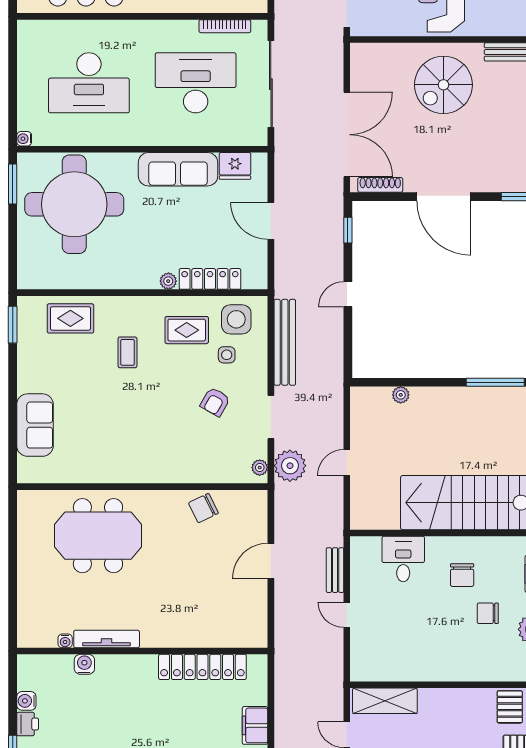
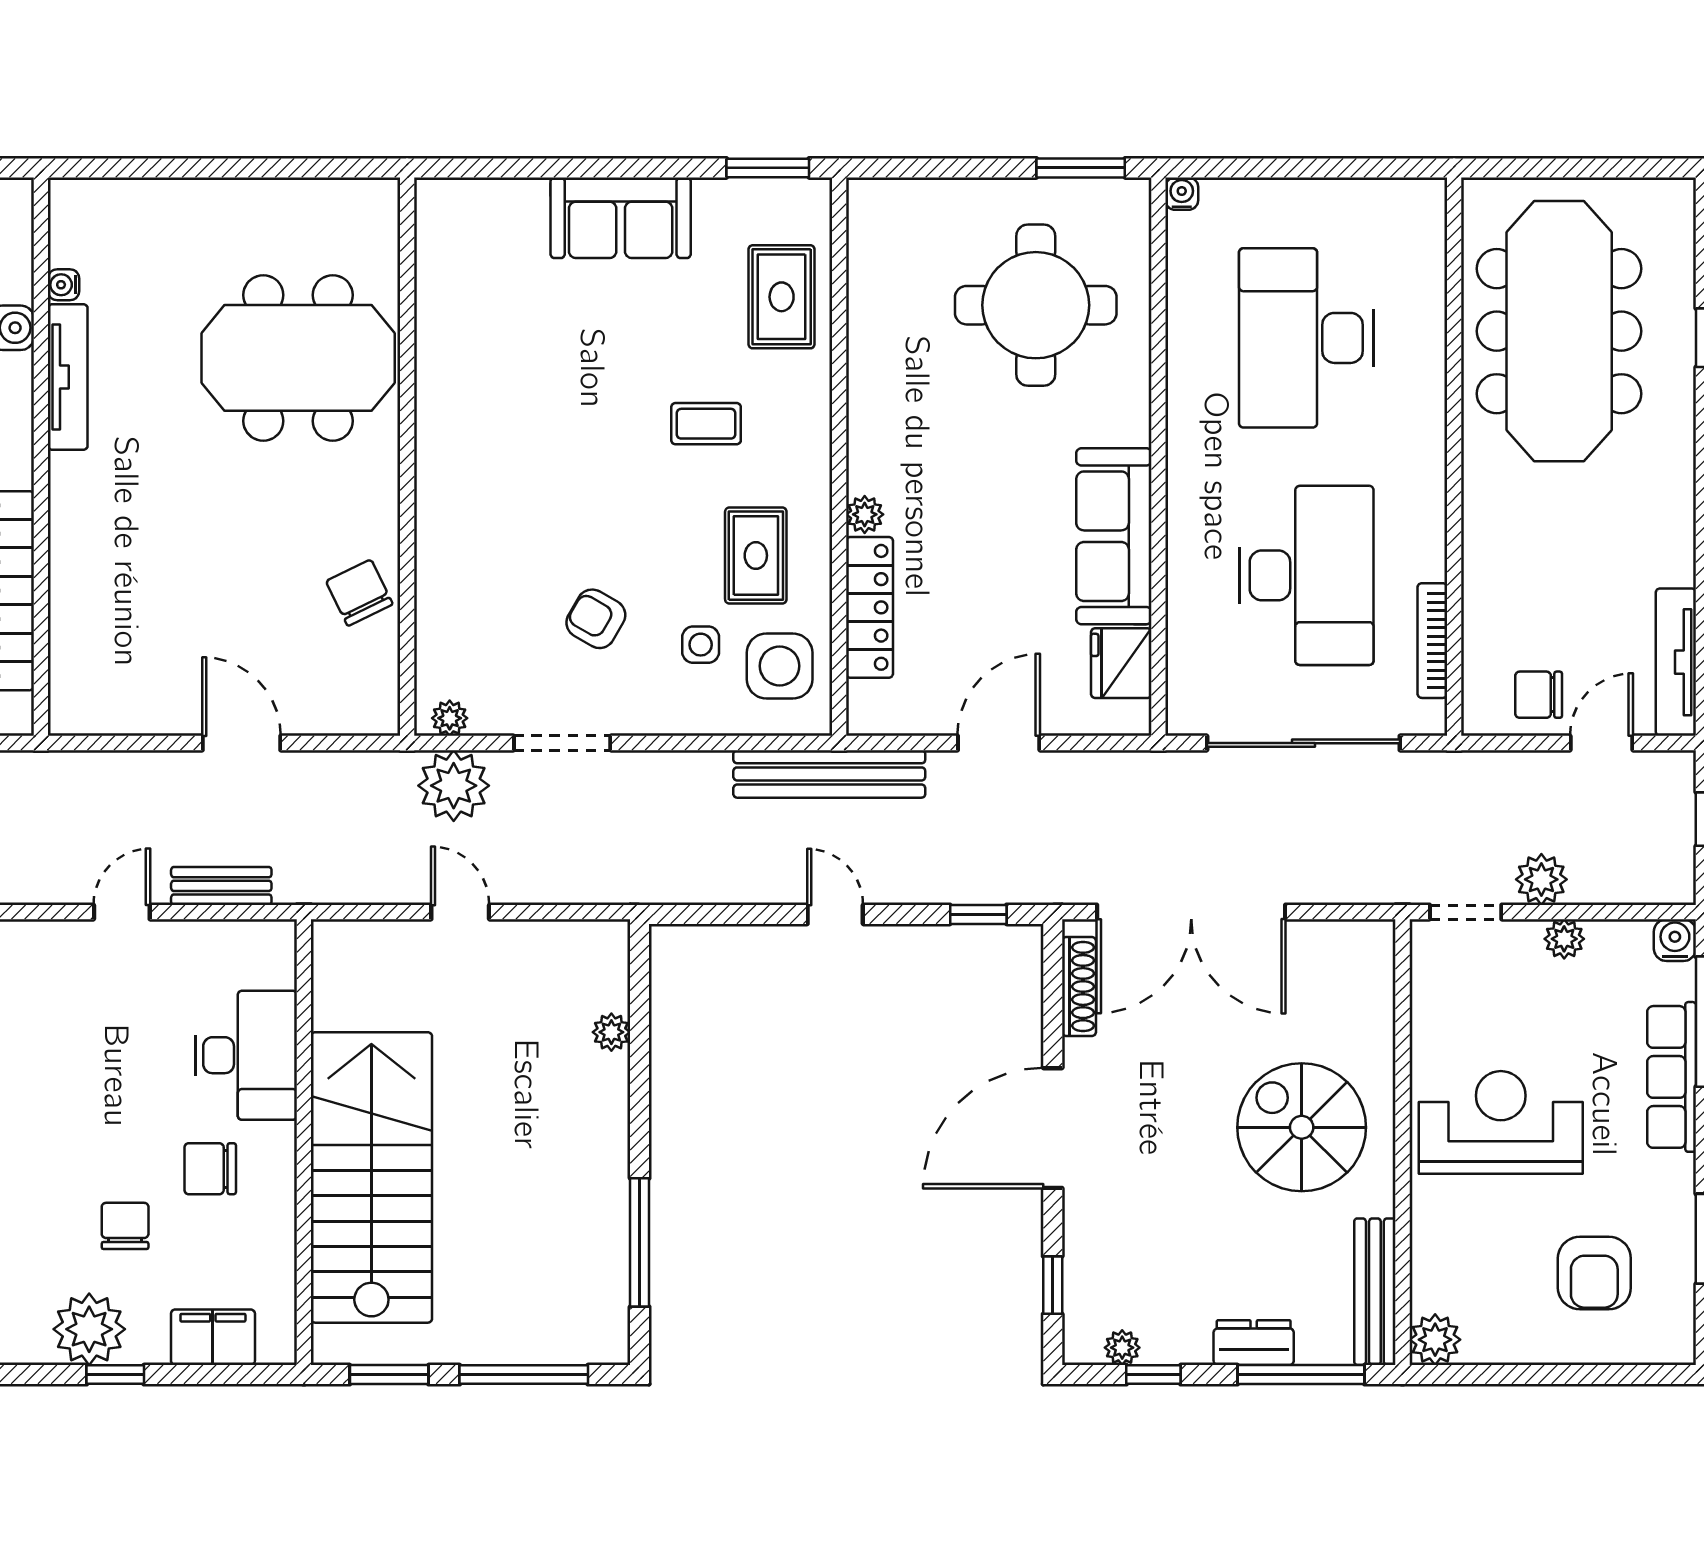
round table: (74, 204) -> (1036, 305), width x0.73, depth x0.73
bench: (285, 342) -> (829, 774), moved
sofa: (35, 425) -> (621, 218), moved
meeting table: (98, 536) -> (298, 358), turned 90
desk: (403, 559) -> (246, 1055), width x1.37

